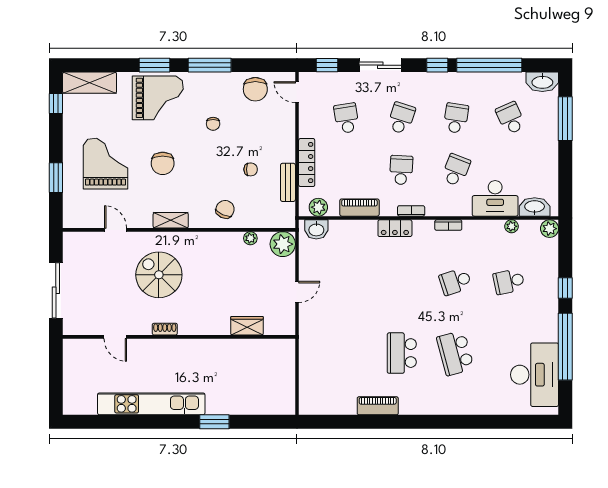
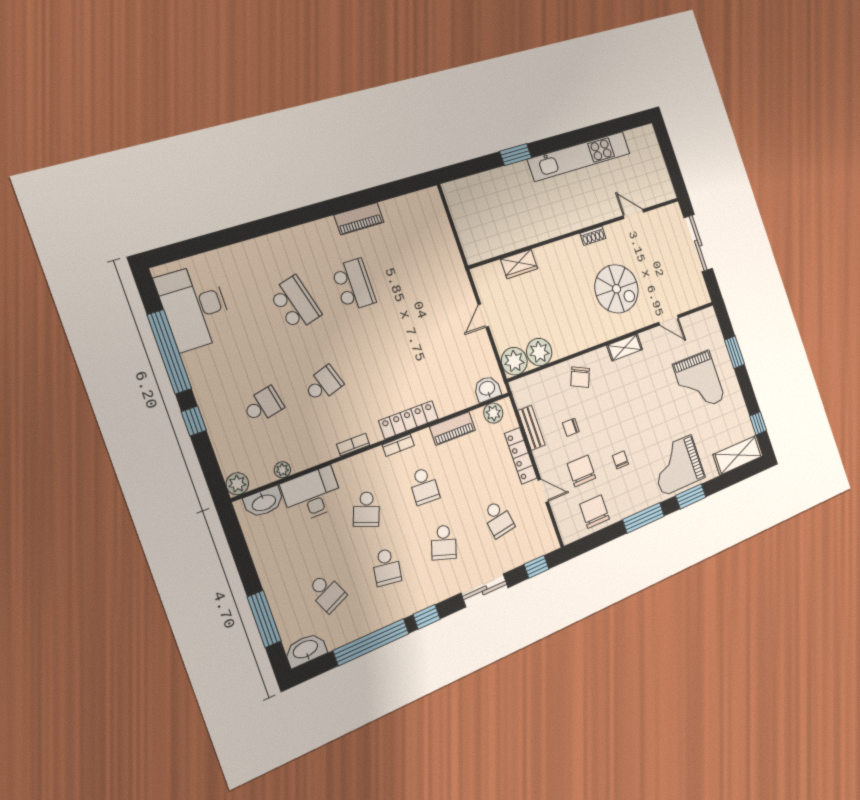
door: (297, 92) -> (543, 491), moved
chair: (163, 163) -> (581, 471), moved
locker: (395, 228) -> (409, 420), width x1.53
plant: (250, 238) -> (539, 352), width x1.88, depth x1.88

